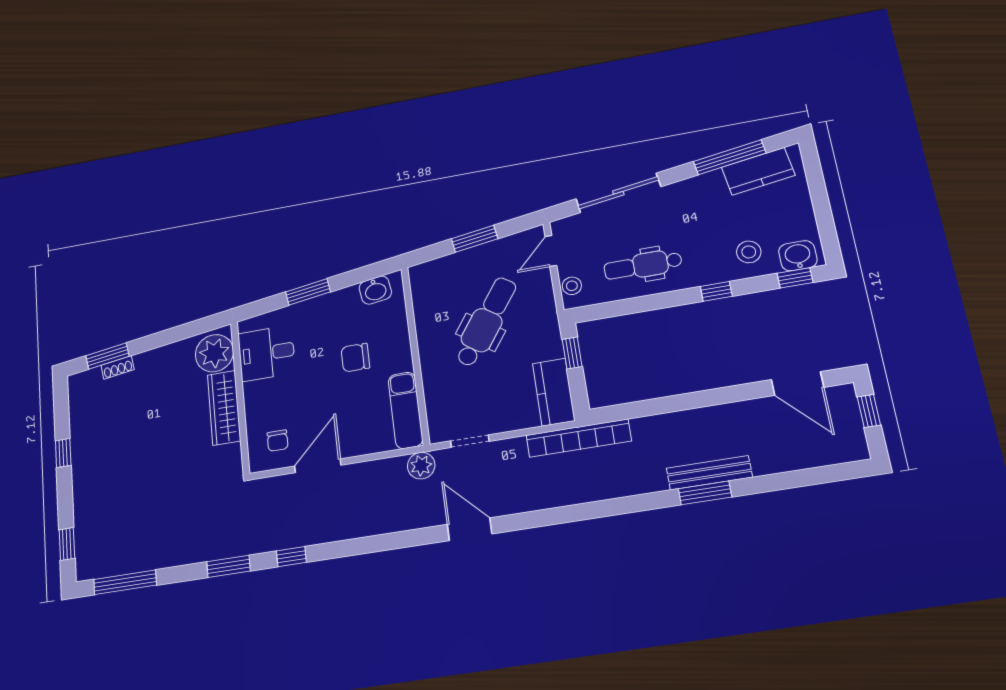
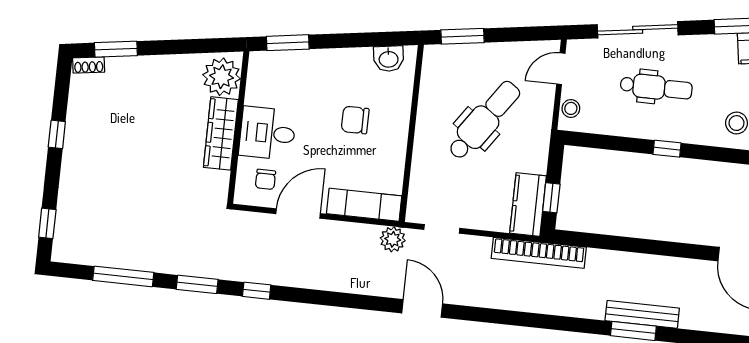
window: (475, 239) -> (463, 36), moved
dental chair: (643, 265) -> (656, 87), moved, turned 180
window: (716, 291) -> (667, 149), moved
window: (308, 292) -> (288, 43), moved
desk: (267, 353) -> (267, 133), moved
window: (572, 353) -> (551, 198), moved
shoe rack: (118, 367) -> (89, 65), moved
exam couch: (405, 410) -> (364, 205), moved, turned 90
window: (125, 582) -> (123, 276), moved

